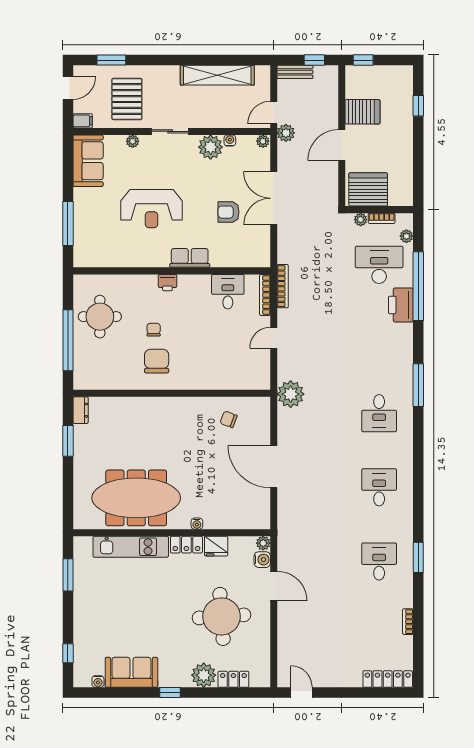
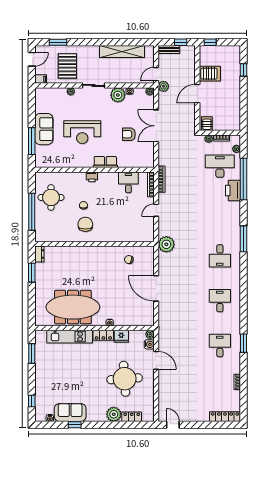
sofa: (88, 161) -> (44, 129), moved
server rack: (368, 189) -> (207, 124), width x0.46, depth x0.70
window: (170, 693) -> (75, 425), moved

